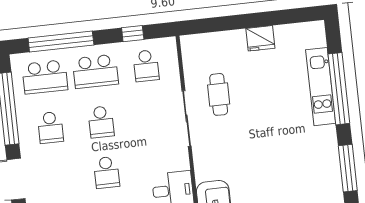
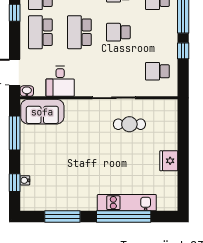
window: (133, 34) -> (183, 51), moved
school desk: (95, 71) -> (157, 32), removed
school desk: (107, 172) -> (79, 32), width x1.85

